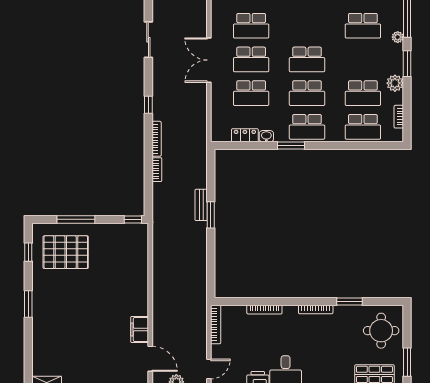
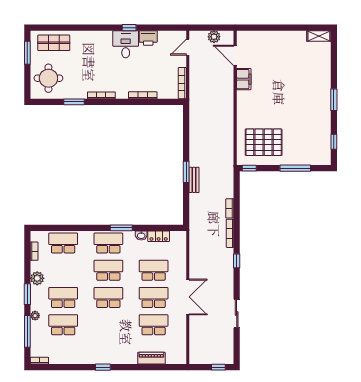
school desk: (363, 93) -> (63, 298), moved
pallet: (66, 252) -> (264, 142), moved

